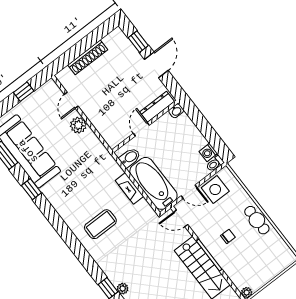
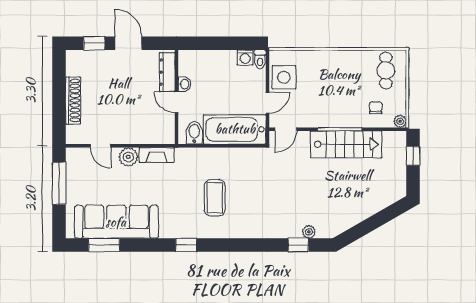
window: (24, 92) -> (59, 183), width x2.17
washbasin: (176, 111) -> (184, 84), moved
fireplace: (129, 188) -> (157, 155), moved
window: (31, 189) -> (186, 245), moved
cafe table: (257, 220) -> (386, 70), moved, turned 90
coffee table: (100, 224) -> (215, 198), moved
chair: (228, 236) -> (376, 108), moved

